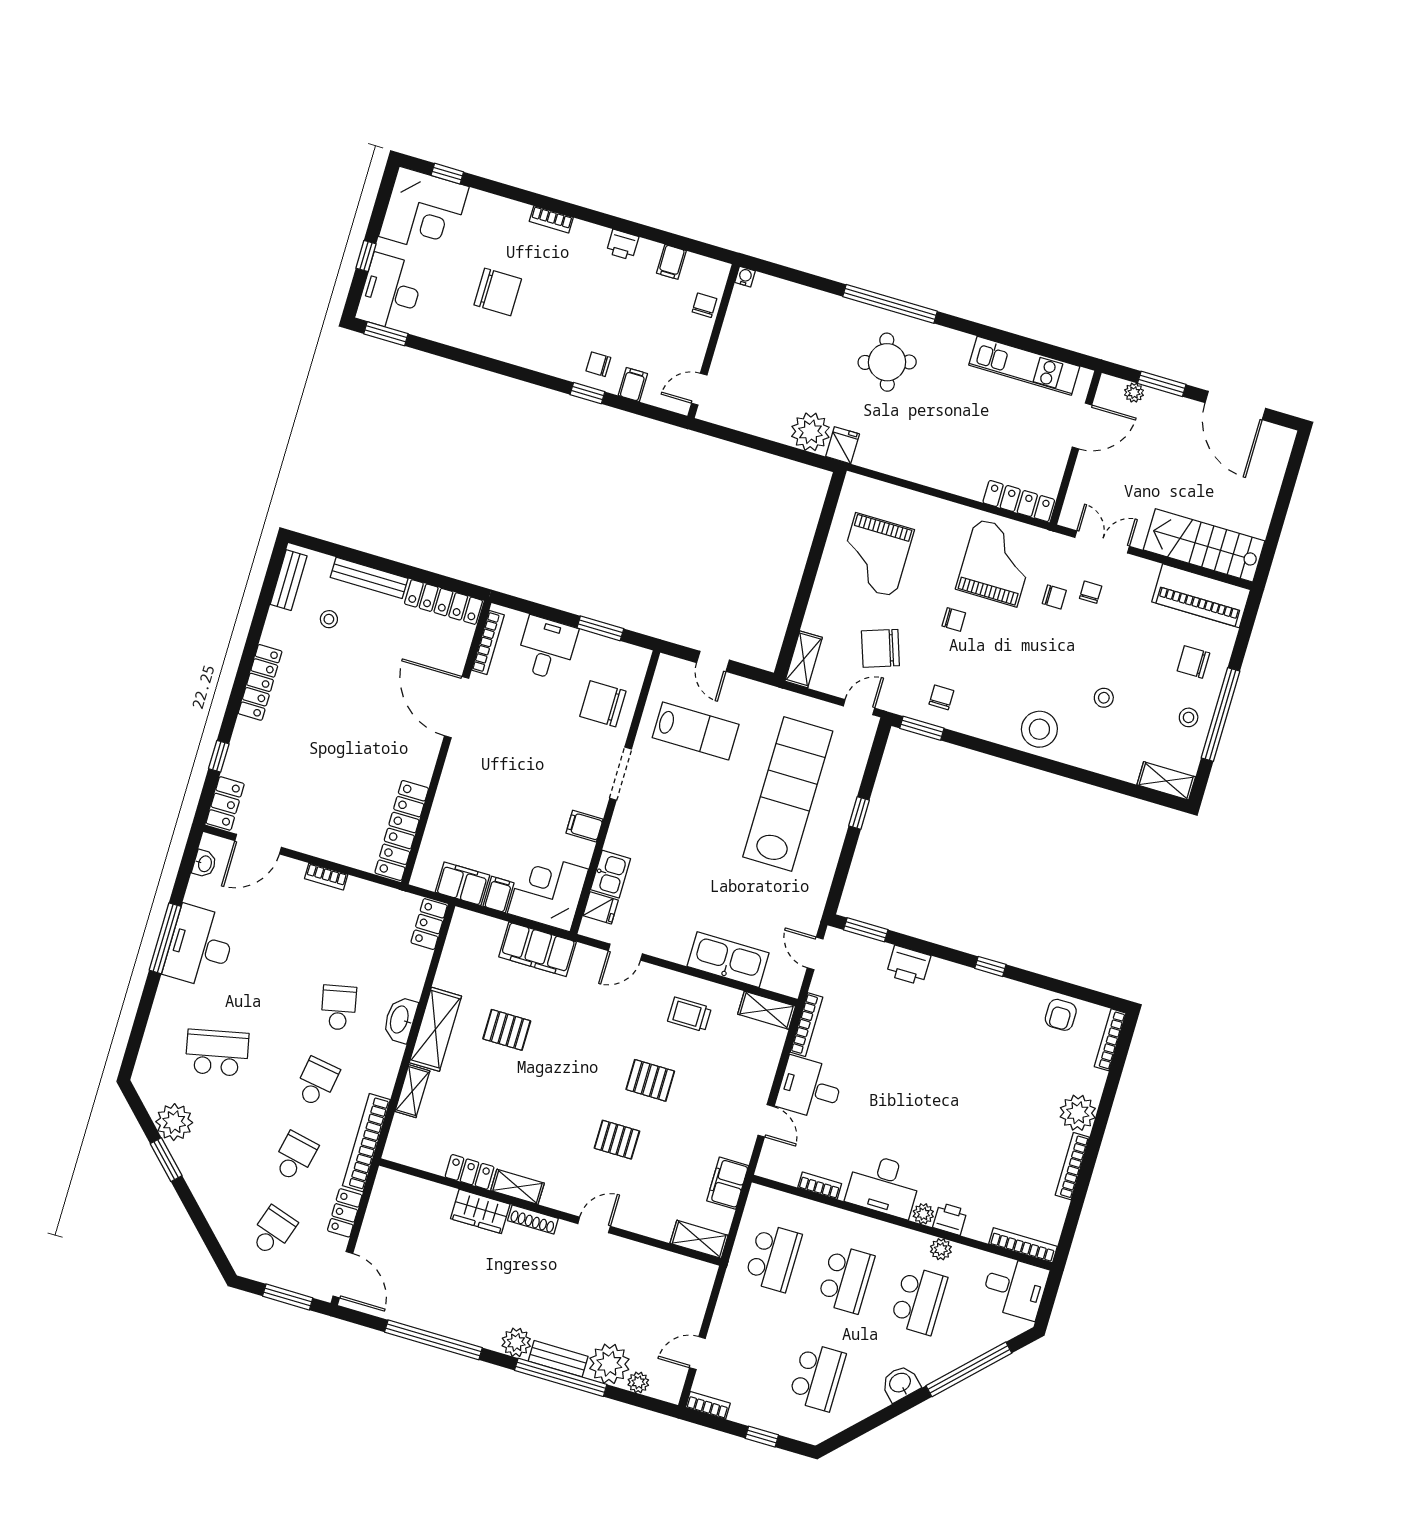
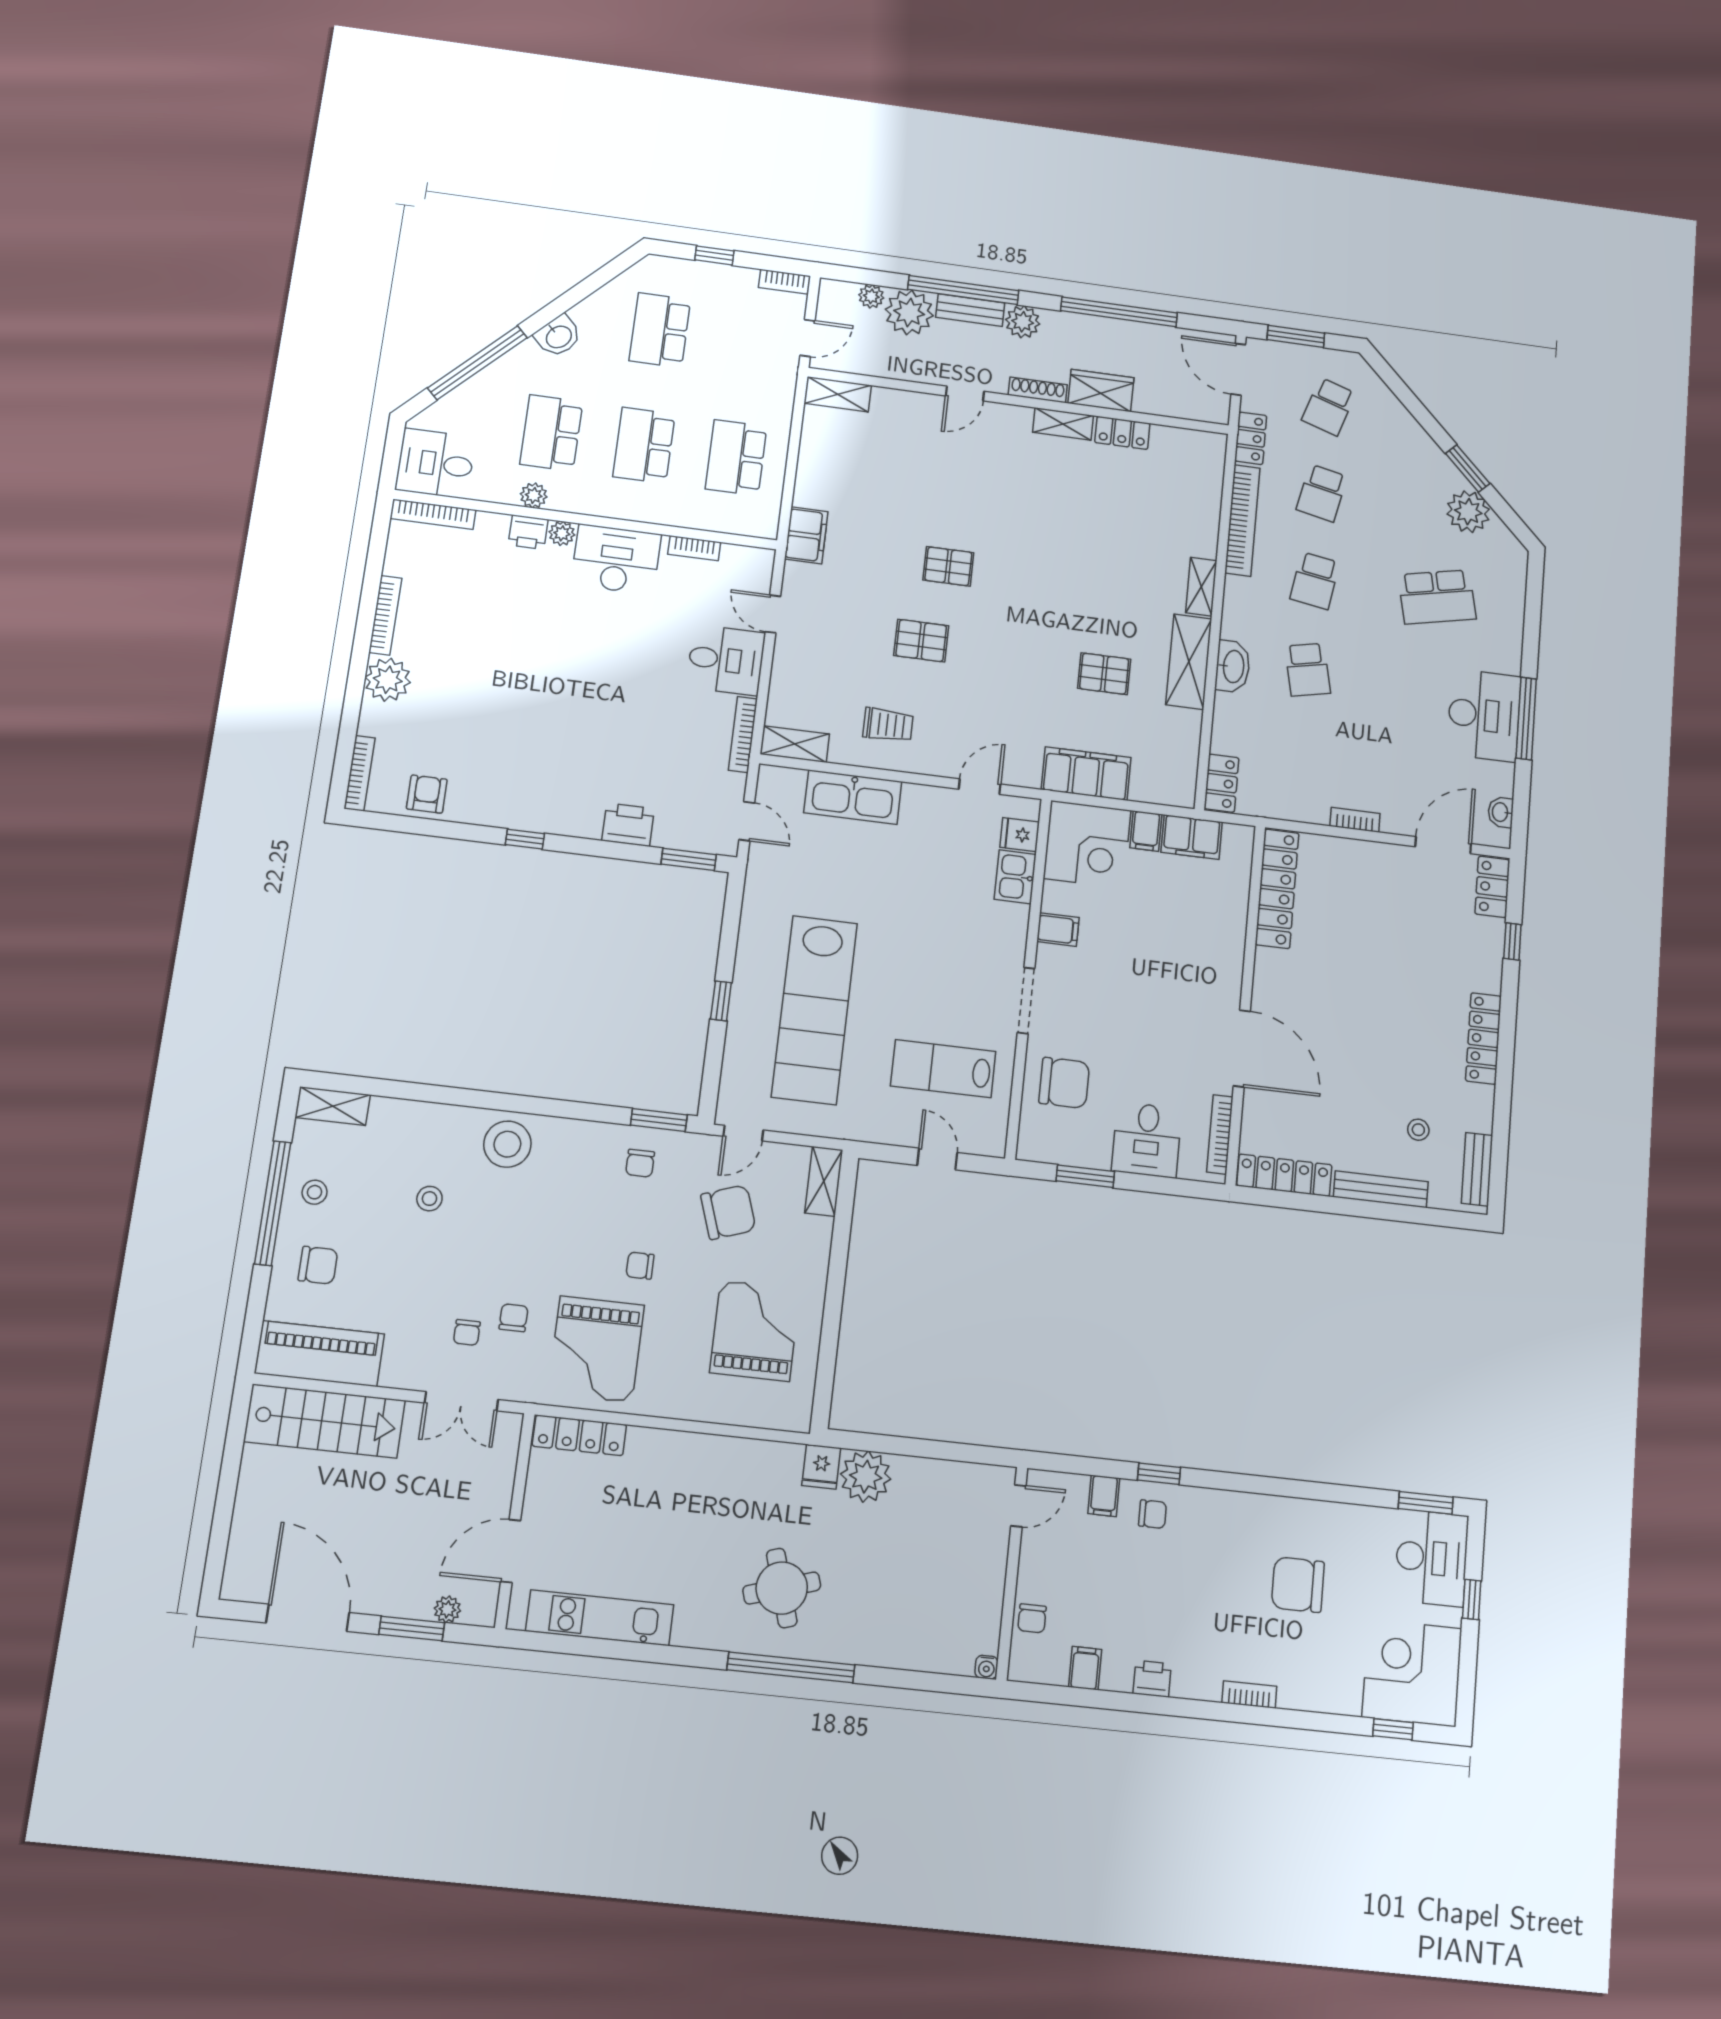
chair: (1054, 597) -> (514, 1318), turned 90
locker: (470, 1172) -> (1122, 433), moved
shelving: (517, 1187) -> (1063, 424), moved
wardrobe: (480, 1211) -> (1101, 390), moved
wall: (550, 1212) -> (1019, 401), moved
shoe rack: (533, 1219) -> (1038, 390), moved
door: (594, 1225) -> (965, 394), moved
shelving: (699, 1239) -> (838, 394), moved

